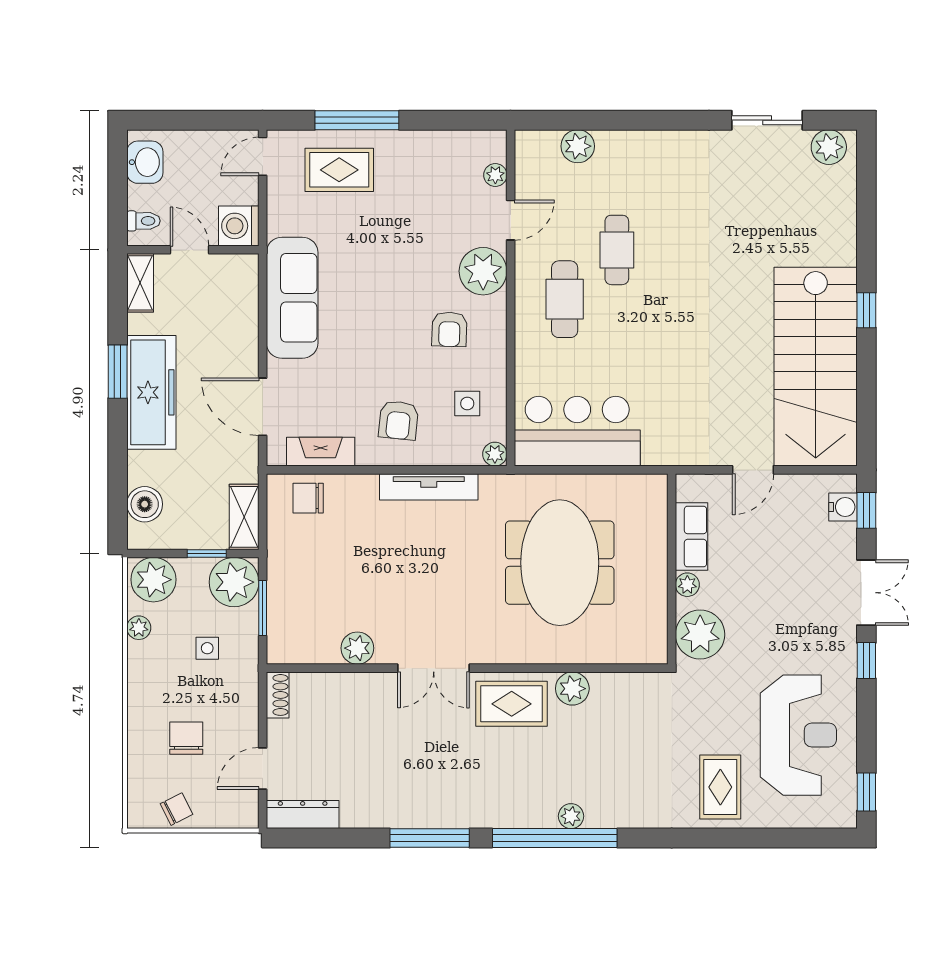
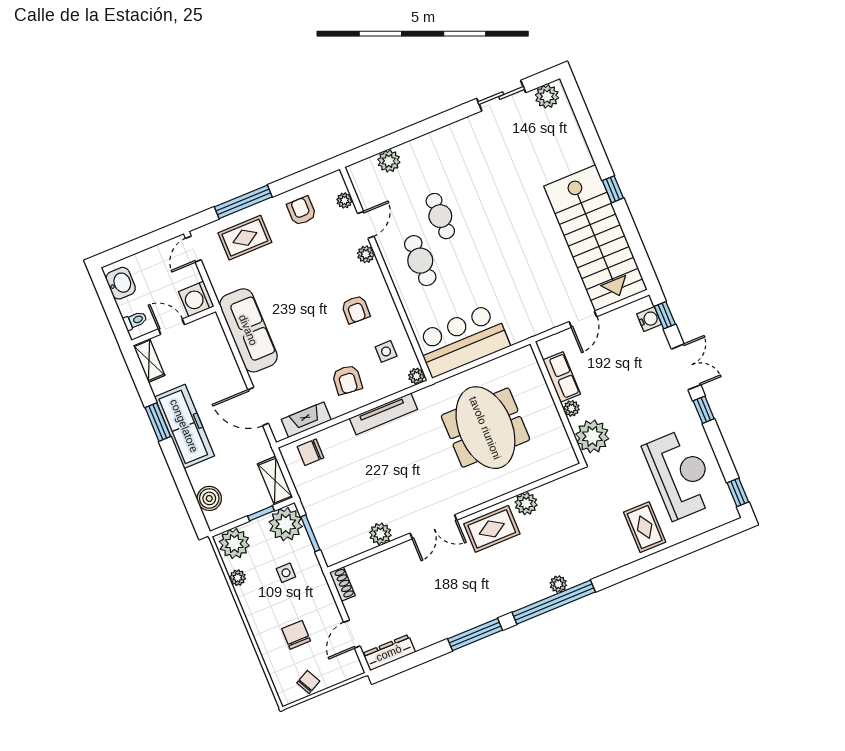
armchair: (431, 165) -> (302, 211), added
plant: (483, 271) -> (366, 254), width x0.53, depth x0.53

